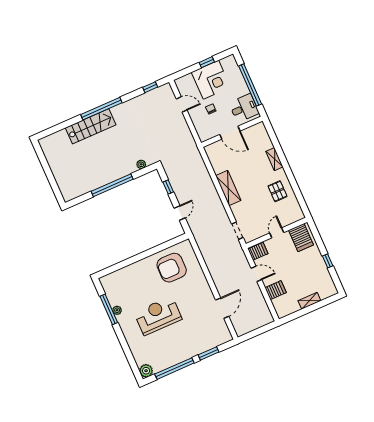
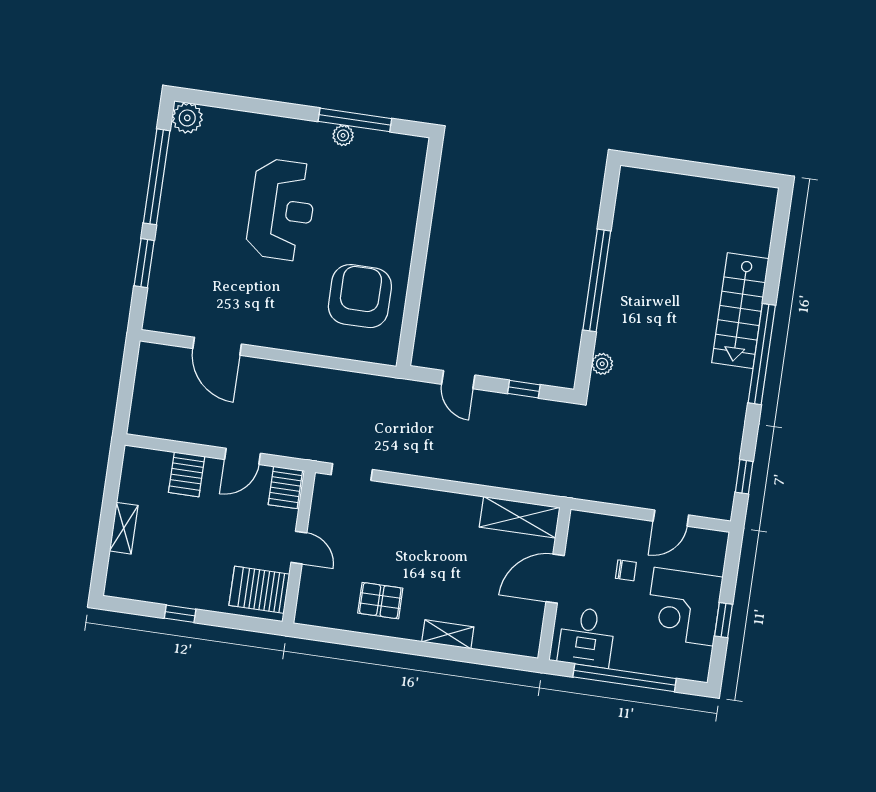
shelving: (228, 188) -> (520, 517), moved

